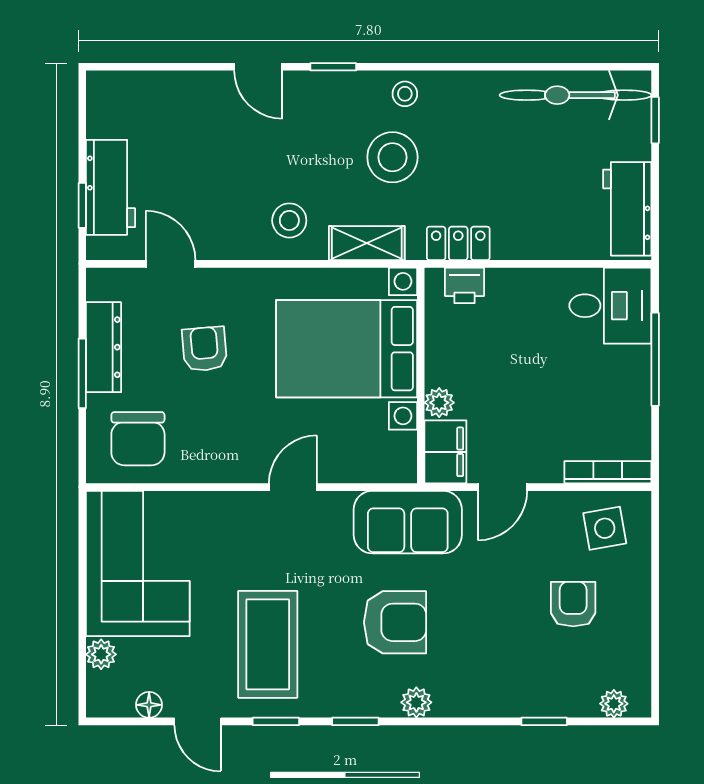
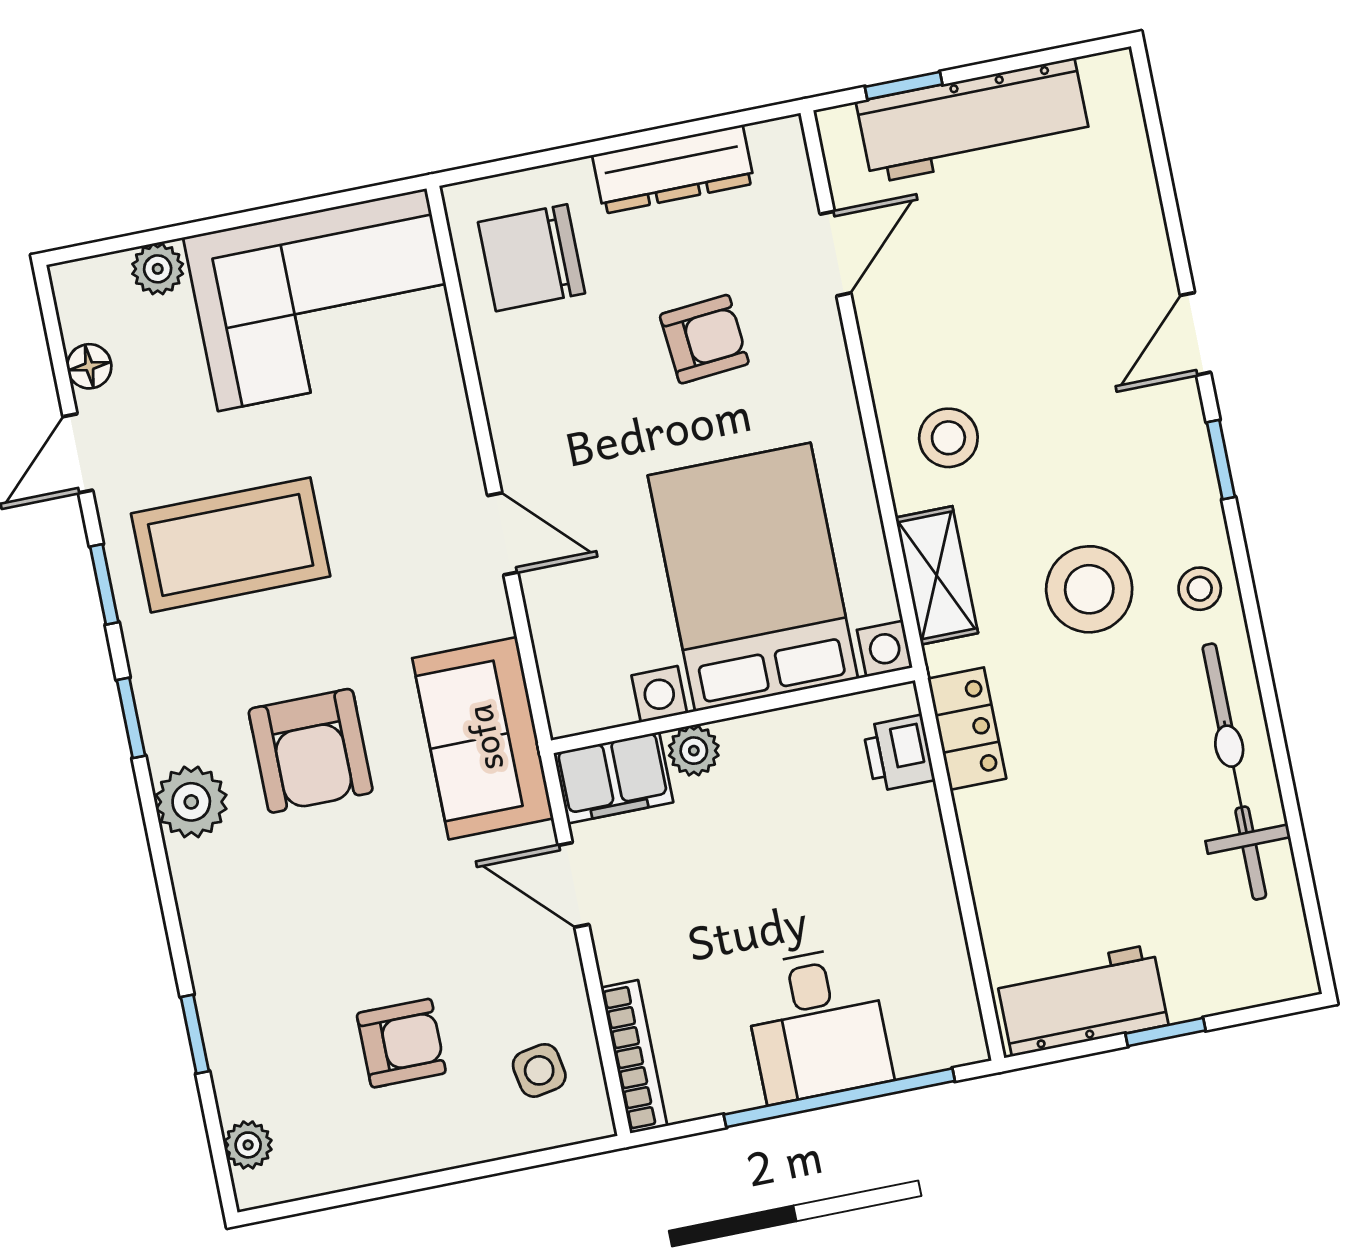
bicycle: (575, 95) -> (1234, 772), moved
window: (655, 120) -> (1165, 1032), moved
workbench: (110, 187) -> (973, 121), width x1.38
desk: (610, 306) -> (817, 1024), moved
window: (655, 359) -> (839, 1098), width x1.46
window: (82, 373) -> (622, 142), removed
side table: (605, 528) -> (539, 1070), width x0.73, depth x0.73
plant: (416, 702) -> (191, 802), width x1.38, depth x1.38

